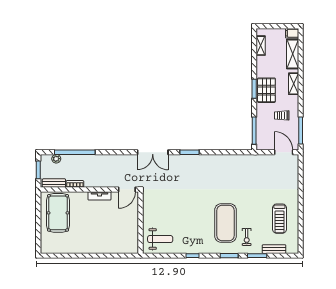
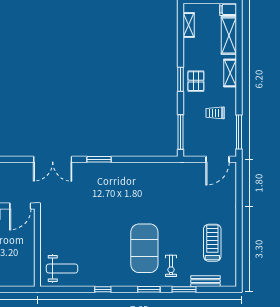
pallet: (266, 90) -> (196, 81), width x0.67, depth x0.71
door: (284, 152) -> (217, 159), swing flipped
treadmill: (279, 219) -> (212, 243), turned 180

